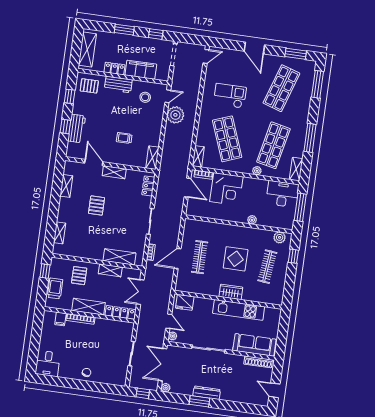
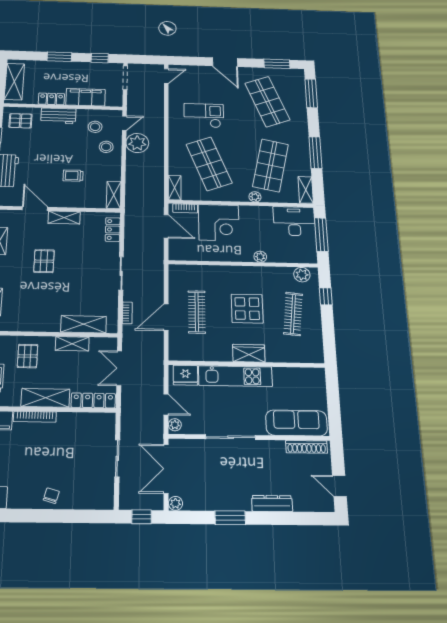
shop shelf: (281, 88) -> (267, 102), turned -39
stool: (152, 116) -> (106, 147), added
kitchen unit: (239, 310) -> (235, 376), moved
dresser: (207, 393) -> (272, 503), moved

